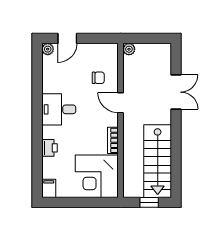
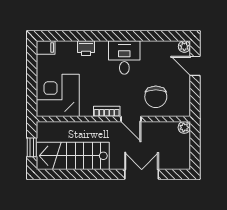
chair: (98, 78) -> (156, 97), width x1.87, depth x1.87
double door: (176, 92) -> (142, 174), swing flipped
door: (121, 103) -> (131, 119), swing flipped
bookcase: (113, 140) -> (107, 111), moved

